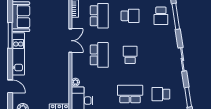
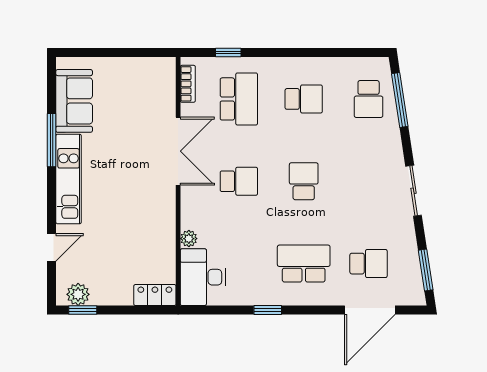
double door: (70, 41) -> (178, 151), width x1.37
school desk: (99, 55) -> (239, 181), width x0.54
door: (10, 86) -> (52, 247), hinge flipped
school desk: (161, 94) -> (369, 264), turned 180

